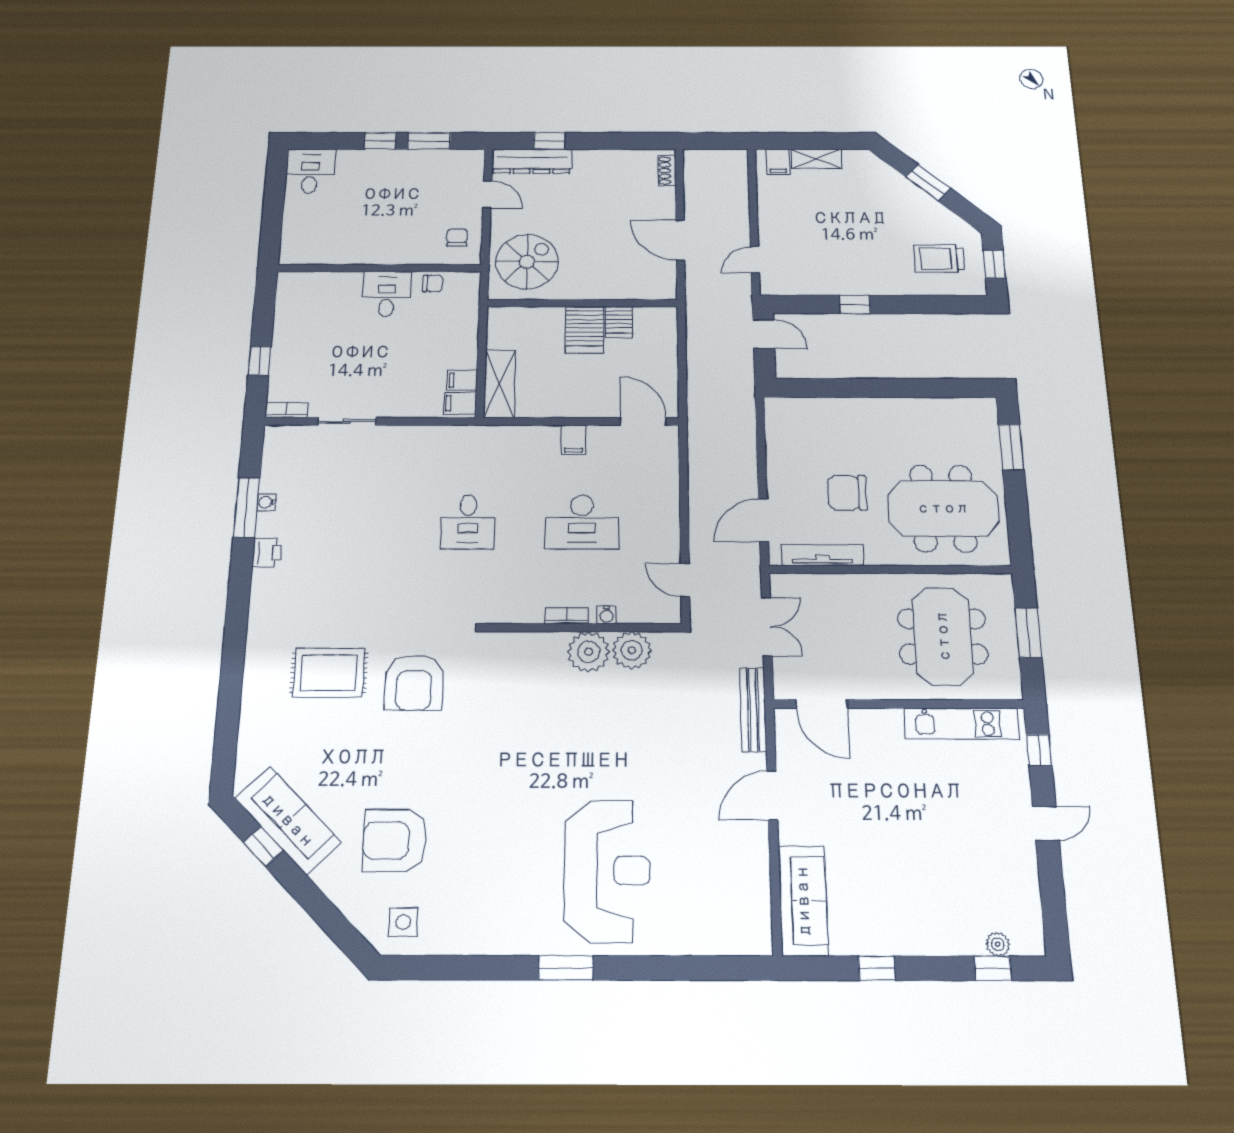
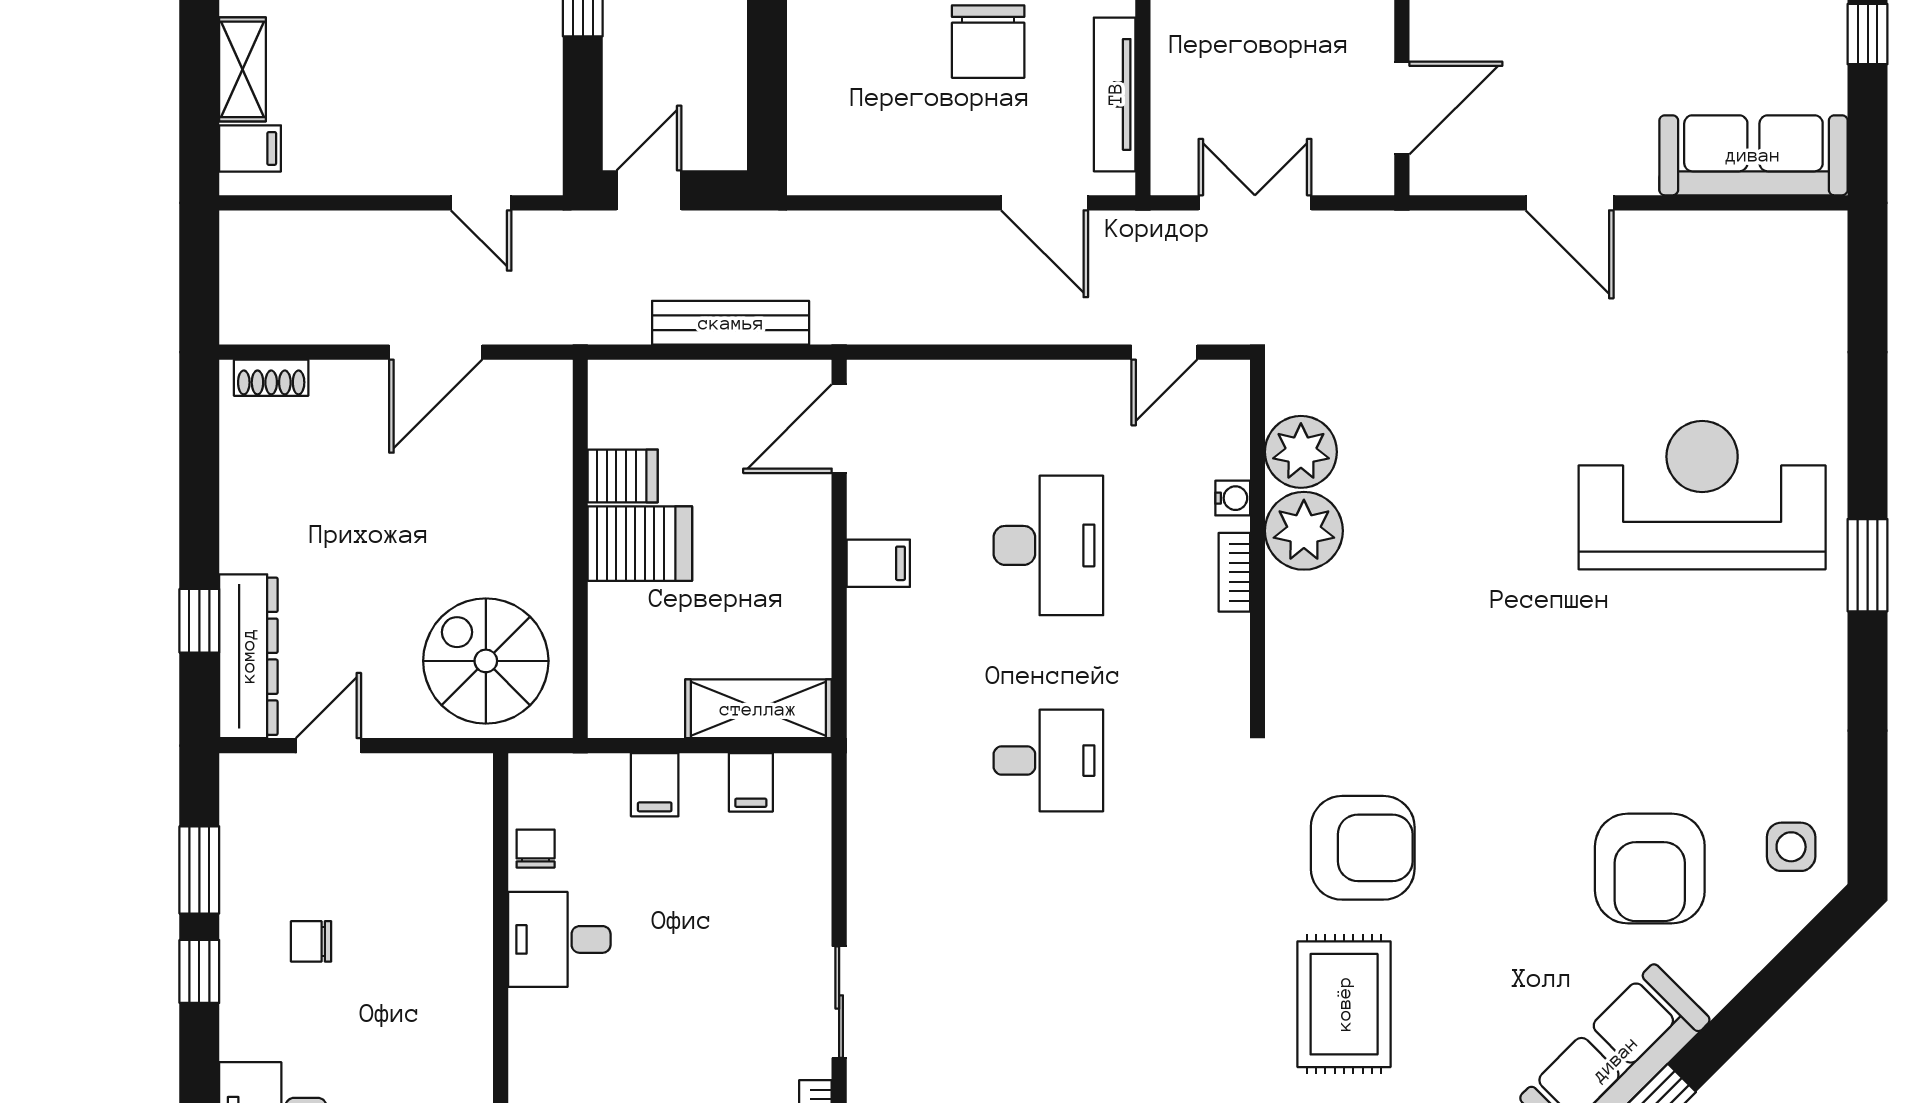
chair: (457, 238) -> (311, 941), moved
filing cabinet: (460, 403) -> (655, 785), moved
bench: (753, 710) -> (731, 323), moved

